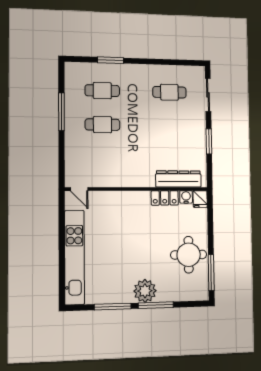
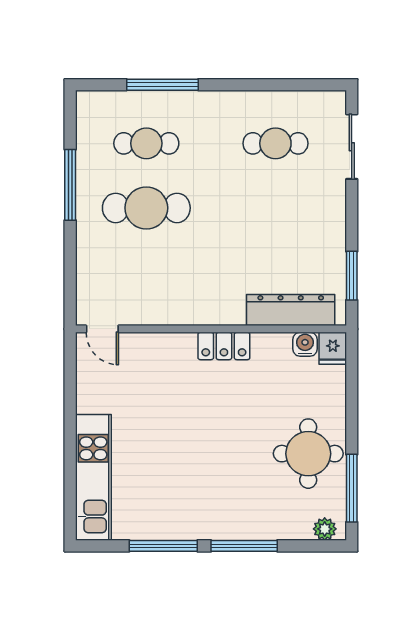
window: (111, 60) -> (162, 85), width x1.44
cafe table: (102, 125) -> (146, 208), width x1.37, depth x1.35
window: (209, 141) -> (352, 276), moved
locker: (165, 198) -> (224, 346), moved
kitchen unit: (74, 257) -> (93, 477), width x0.73
plant: (145, 291) -> (325, 529), moved, width x0.53, depth x0.53

